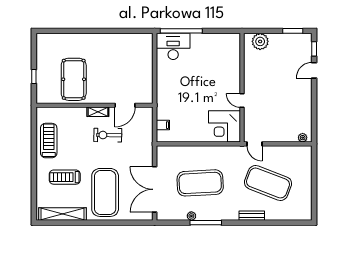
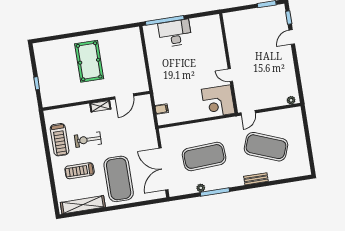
plant: (260, 41) -> (238, 19), removed
desk: (173, 46) -> (175, 33), moved
pool table: (74, 79) -> (89, 61), moved
exercise bike: (108, 135) -> (88, 140), moved
treadmill: (49, 141) -> (60, 140), turned 180
door: (255, 144) -> (248, 113), hinge flipped

